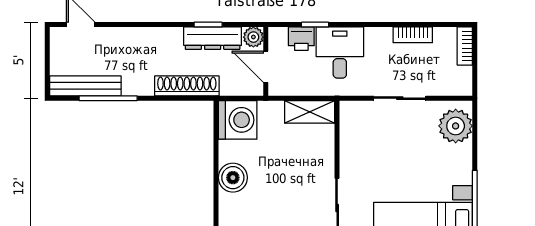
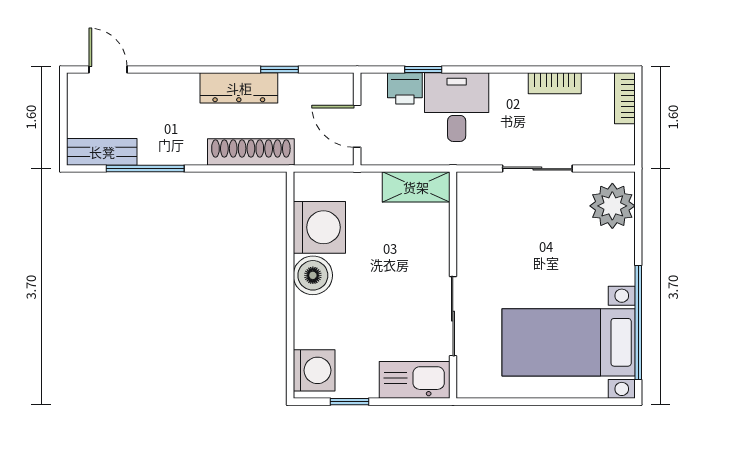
plant: (253, 37) -> (340, 86), removed
dresser: (213, 38) -> (239, 88), moved
bench: (85, 86) -> (102, 152), width x0.73
washing machine: (238, 120) -> (319, 227), moved

